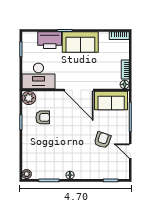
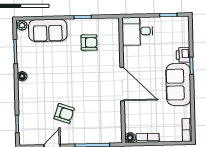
printer: (50, 40) -> (183, 55), width x0.53, depth x0.68
desk: (38, 76) -> (137, 31), width x0.73
door: (79, 90) -> (122, 84), swing flipped
plant: (29, 98) -> (111, 26), removed
sofa: (111, 101) -> (48, 30), moved, turned -90
armchair: (43, 117) -> (89, 43), turned -90

